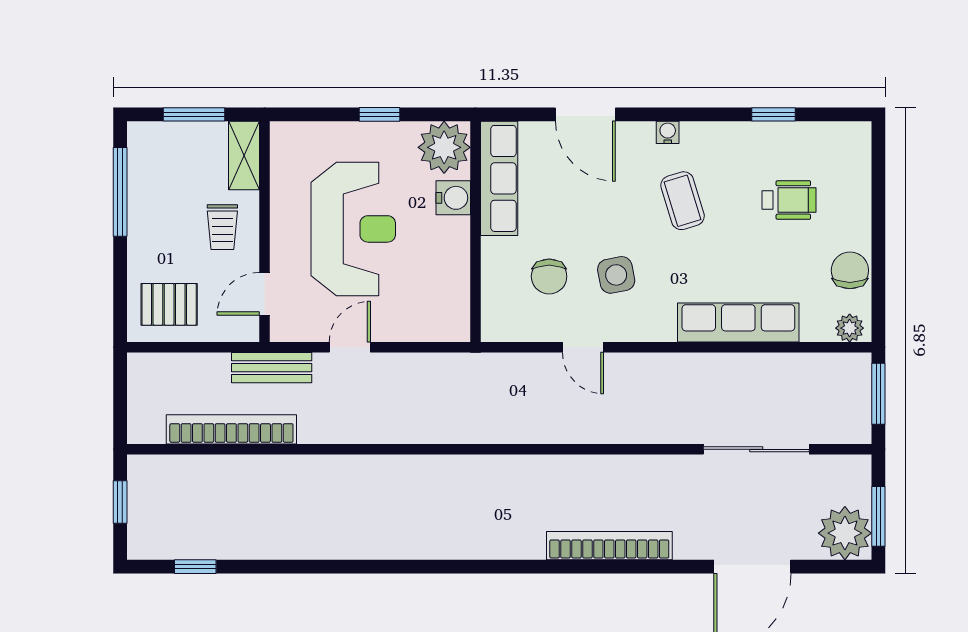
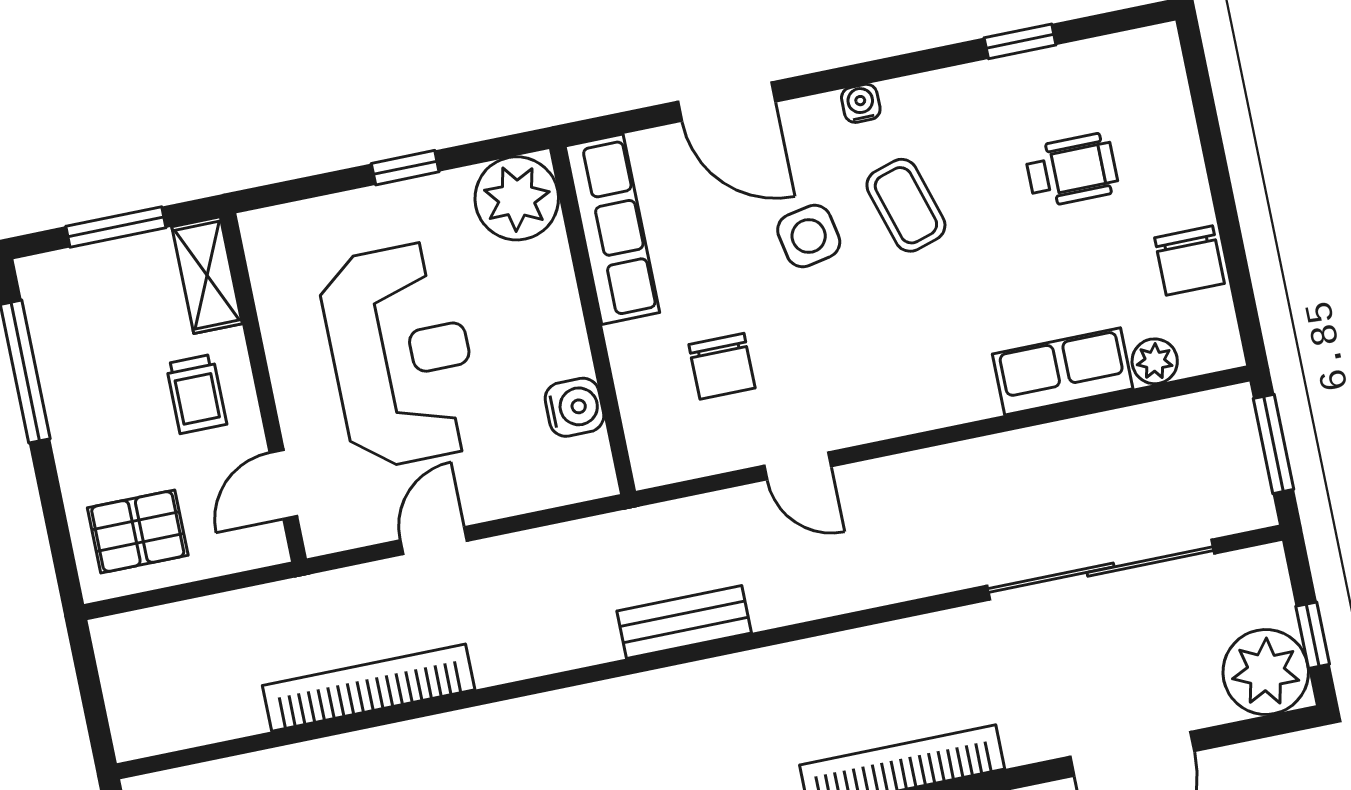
water cooler: (453, 198) -> (574, 407), moved
chair: (850, 270) -> (1189, 261), turned 180
side table: (616, 275) -> (809, 236), moved
row of seats: (738, 323) -> (1063, 371), width x0.68
plant: (850, 328) -> (1155, 361), moved
bench: (272, 368) -> (684, 622), moved
bookcase: (231, 429) -> (369, 688), moved
sliding door: (756, 449) -> (1101, 570), width x1.36
window: (878, 516) -> (1313, 635), width x0.67

